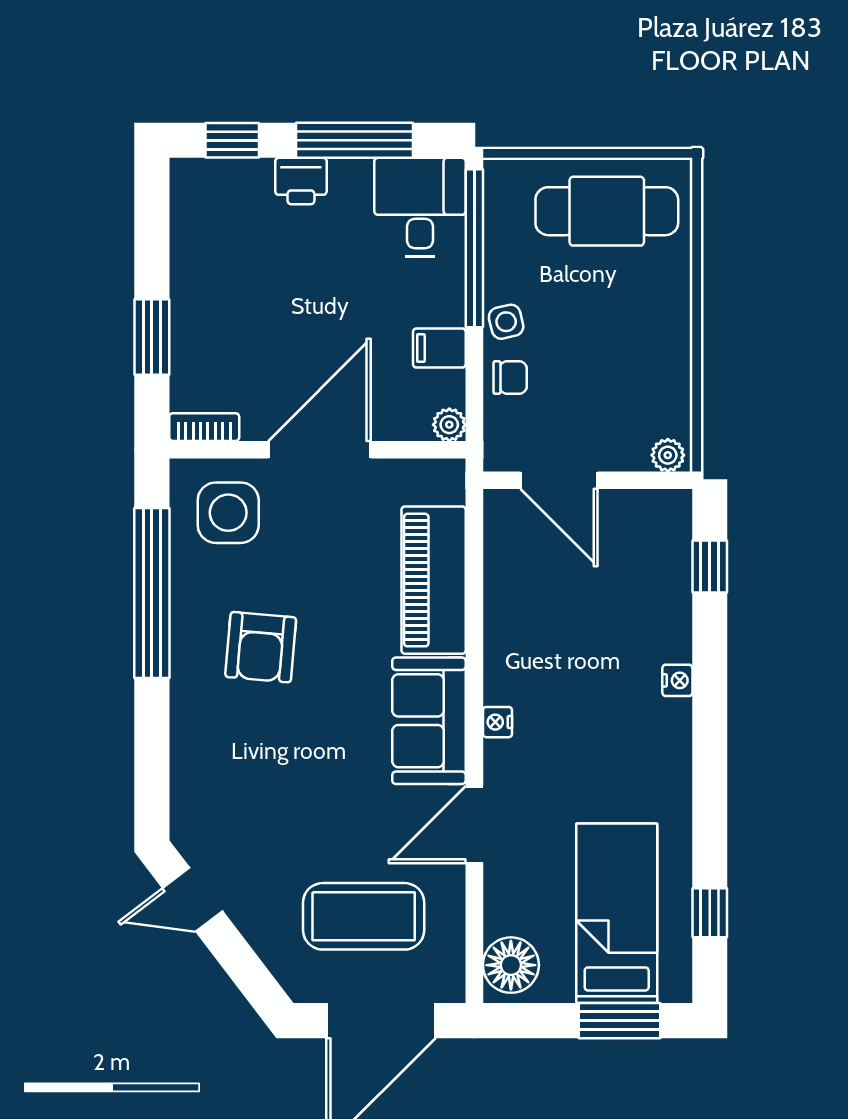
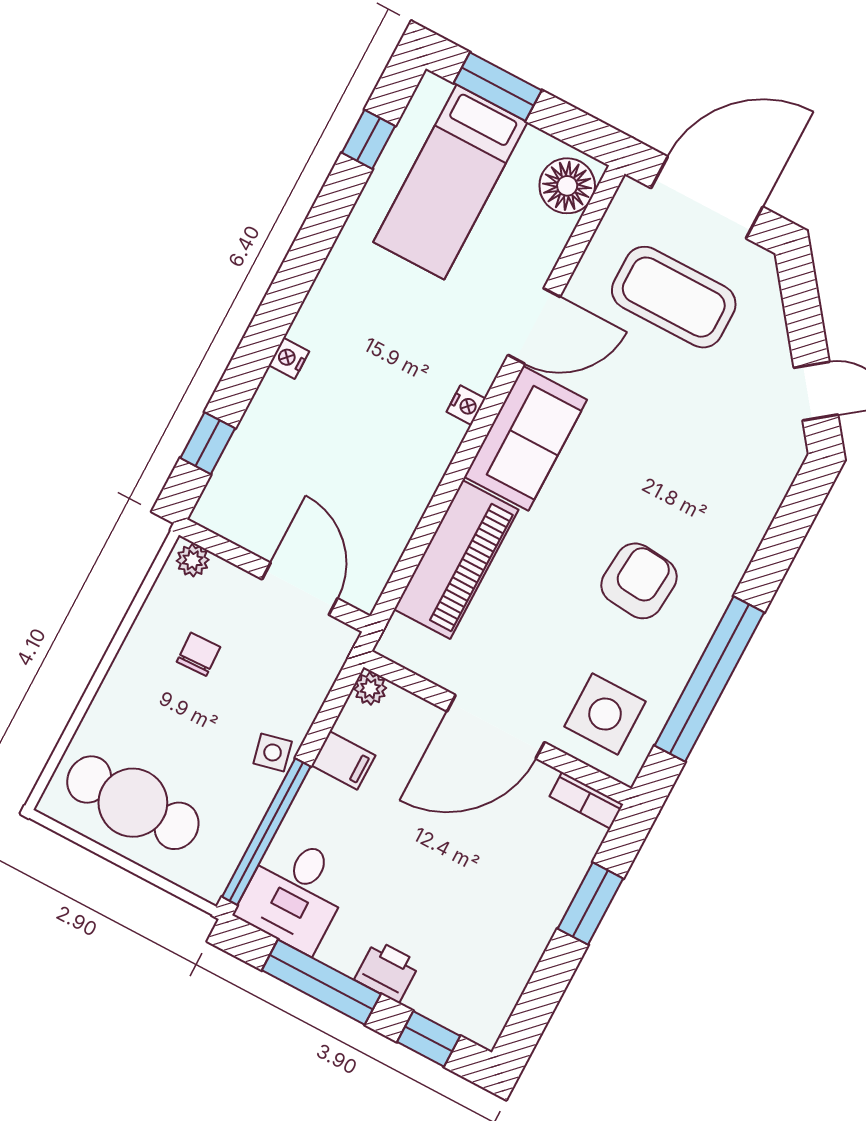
chair: (510, 377) -> (199, 654), moved, turned 88

